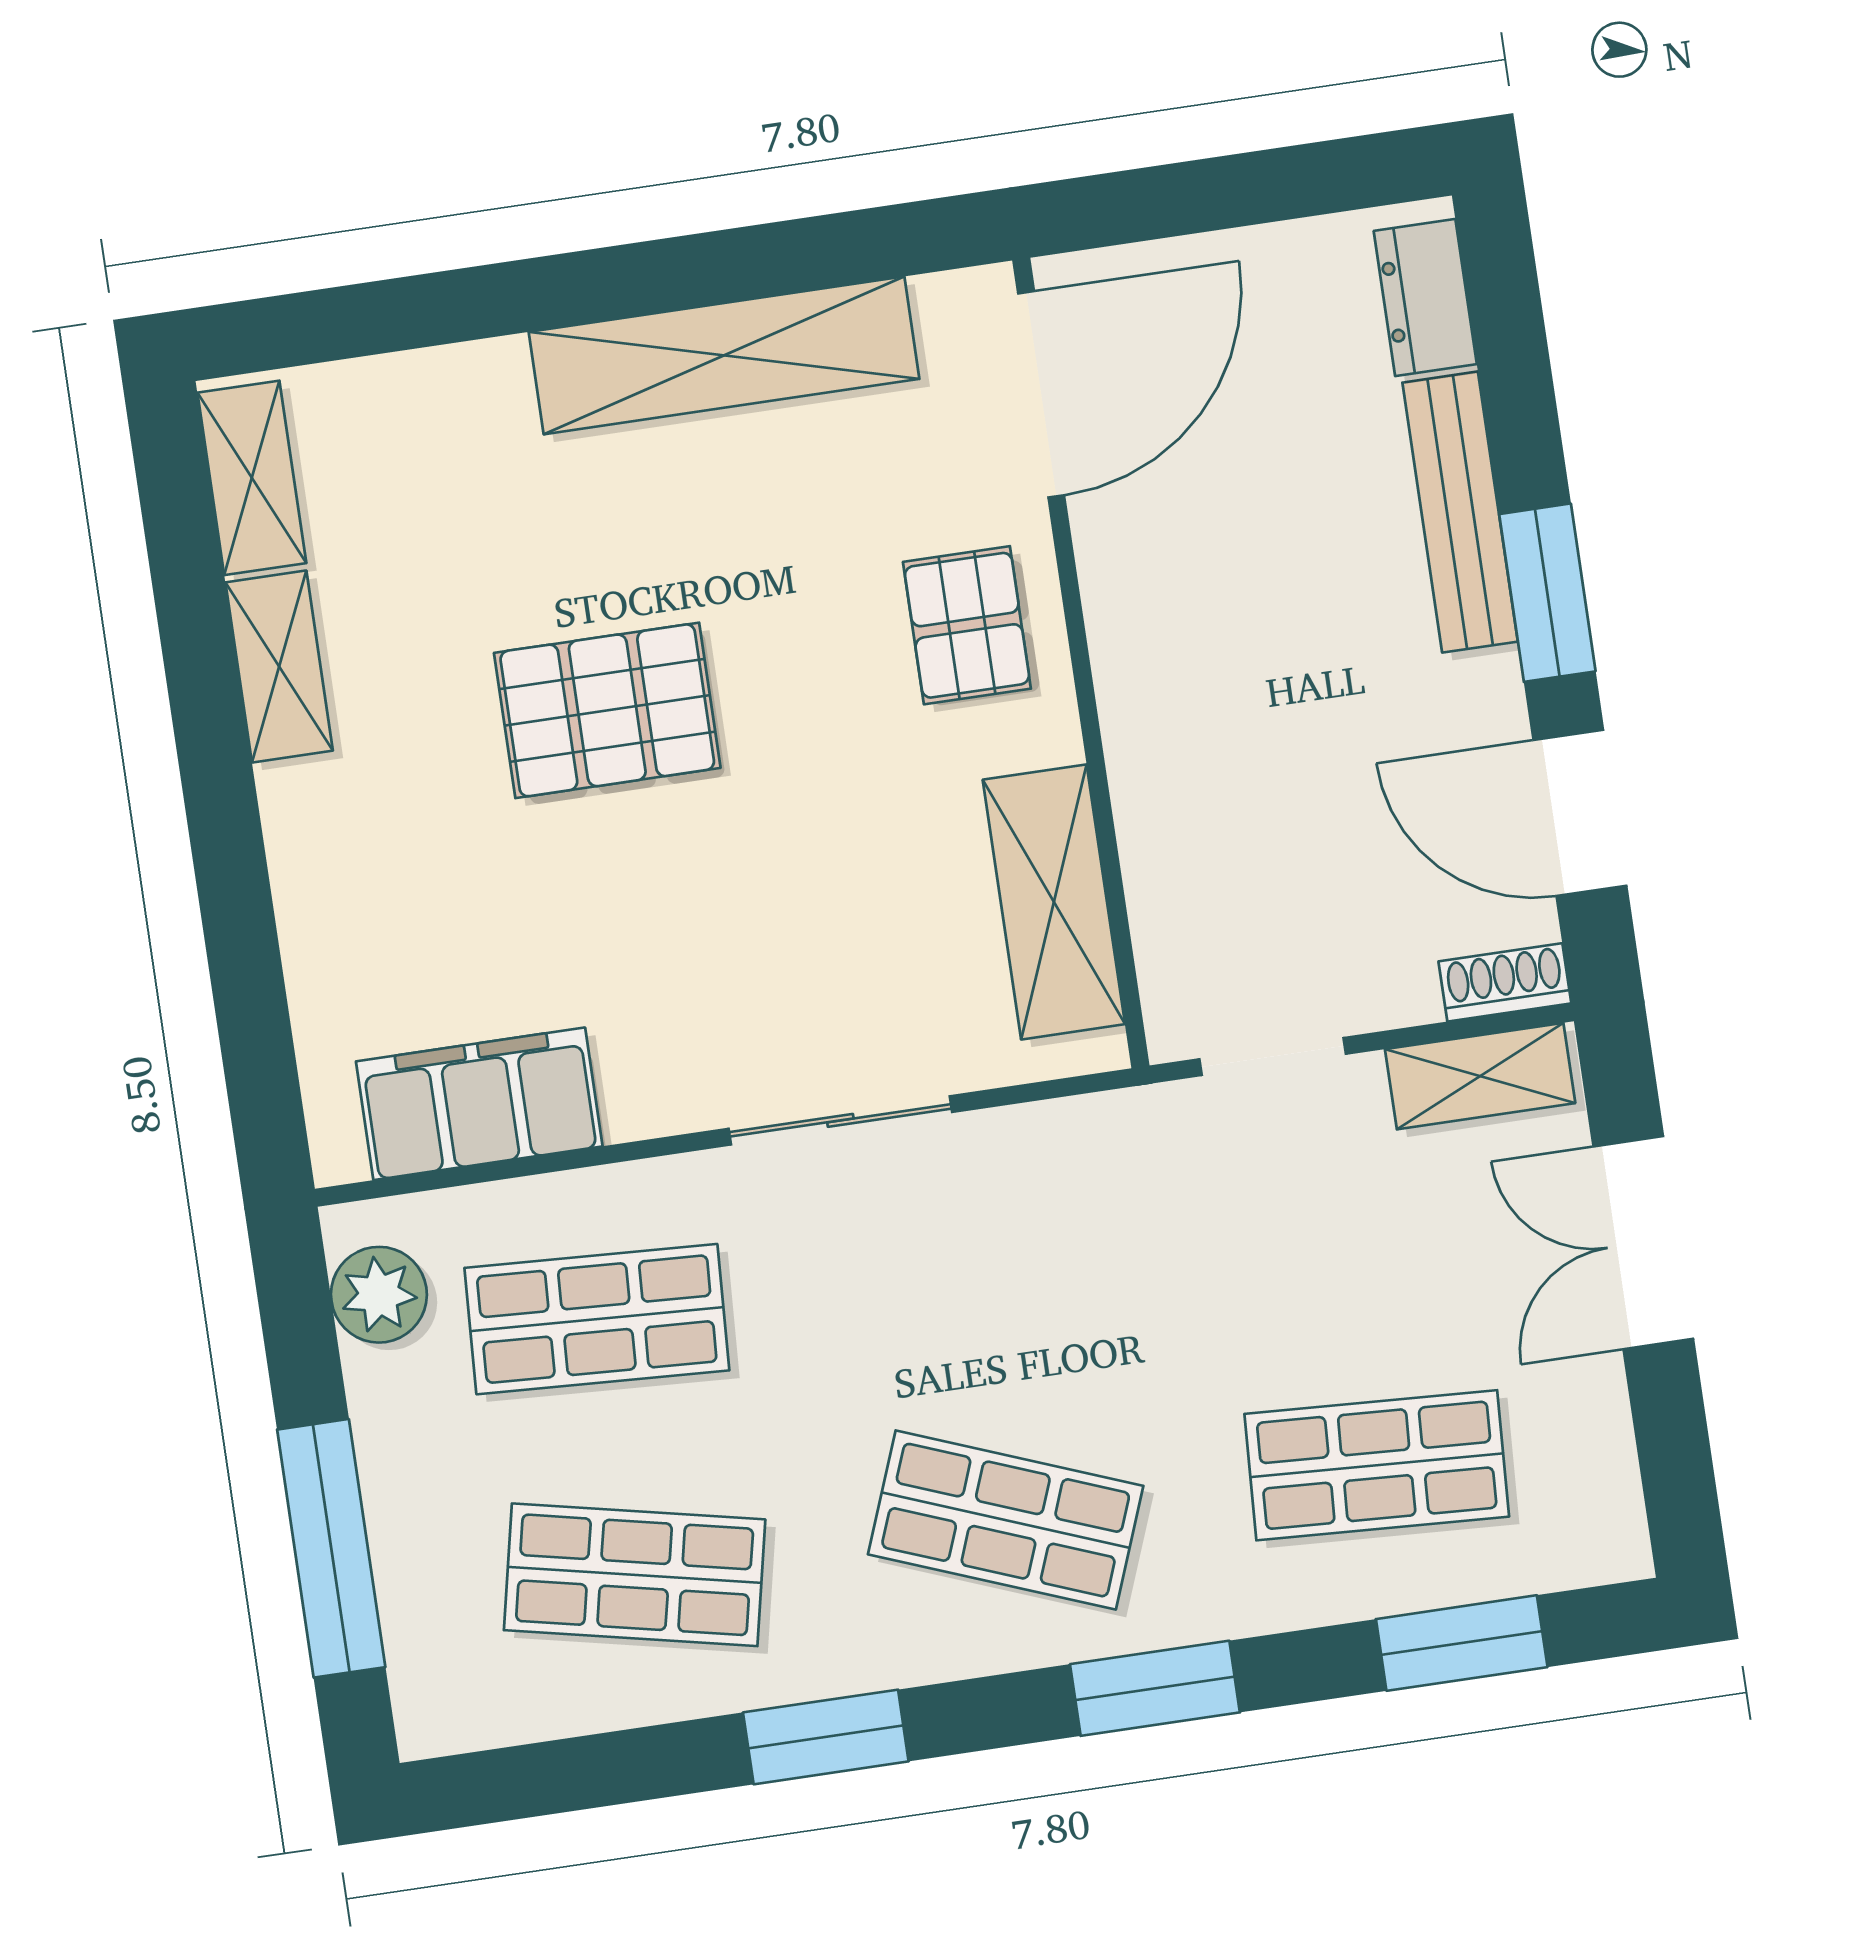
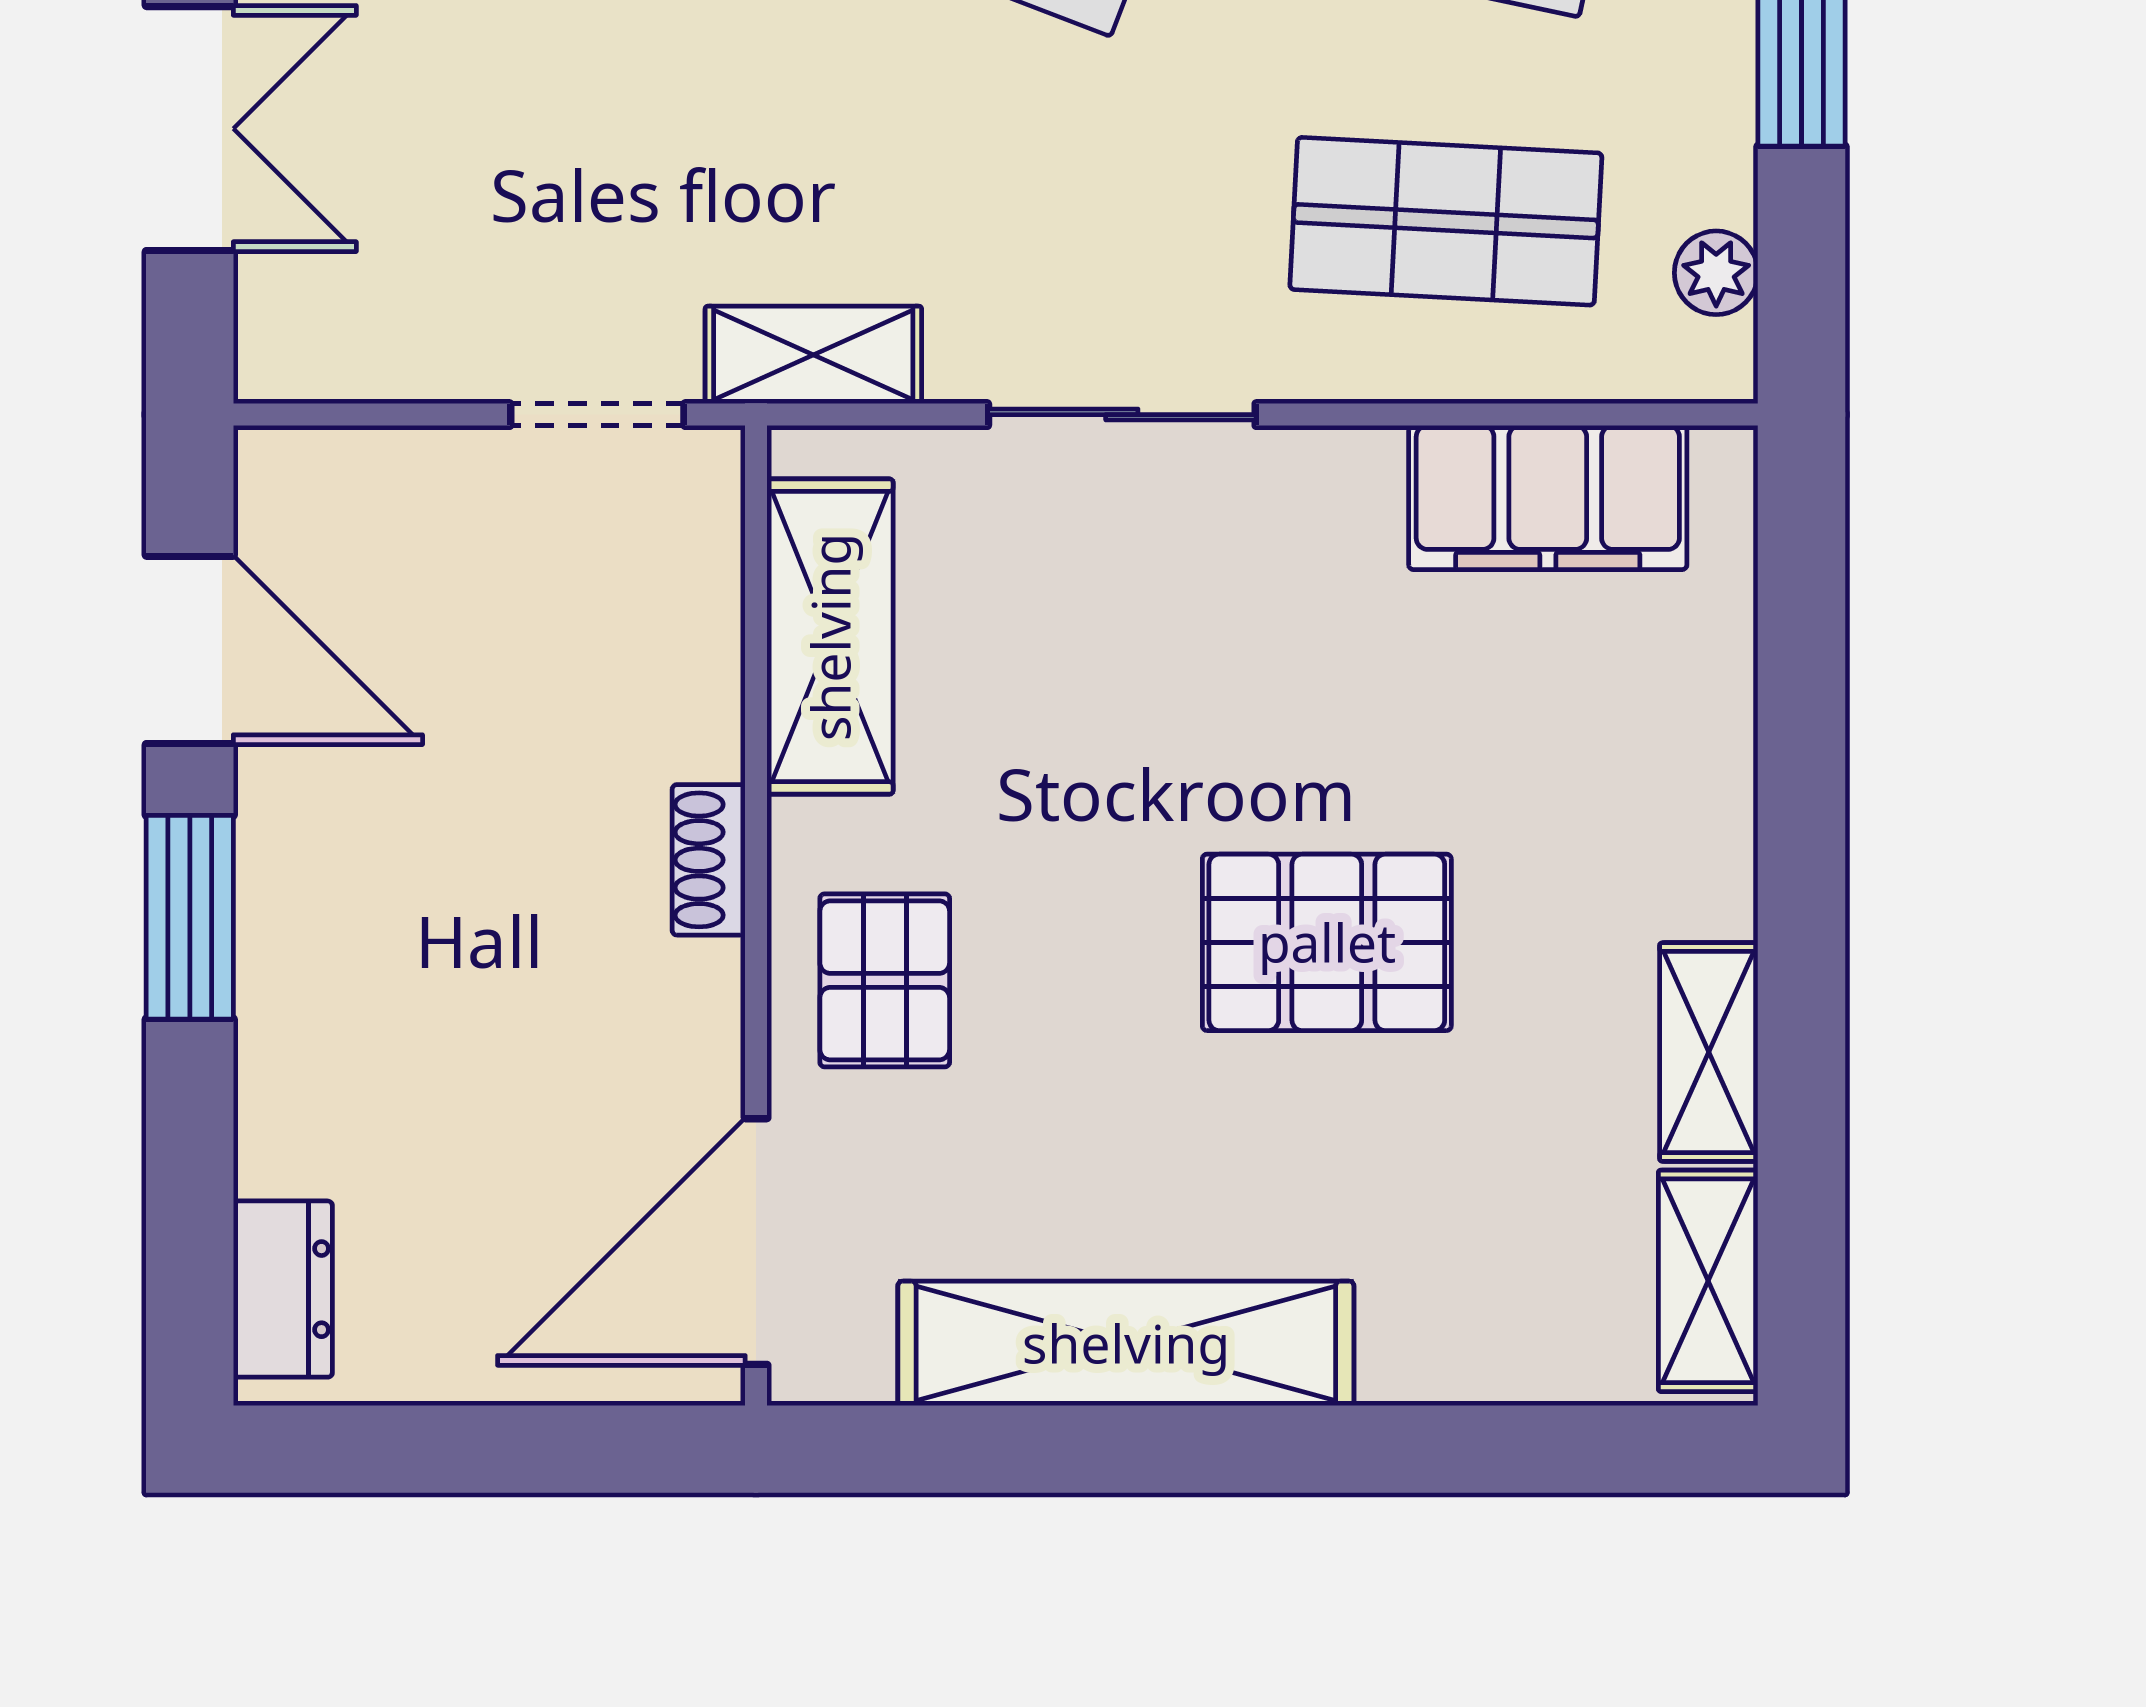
bench: (1460, 512) -> (279, 1028), removed
shoe rack: (1505, 982) -> (709, 860), moved, turned 90
shelving: (1480, 1076) -> (813, 355), moved
plant: (379, 1295) -> (1716, 273), width x0.73, depth x0.73

